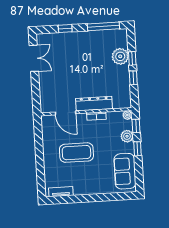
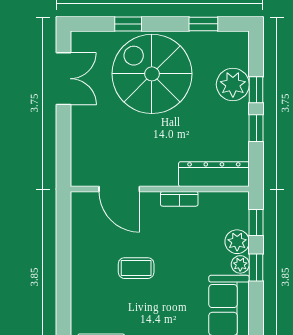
window: (103, 26) -> (203, 24), width x0.46
spiral stairs: (79, 53) -> (152, 74), added
dresser: (94, 104) -> (214, 174), moved
plant: (127, 115) -> (240, 264), moved
coffee table: (76, 153) -> (136, 268), width x0.54, depth x0.58

